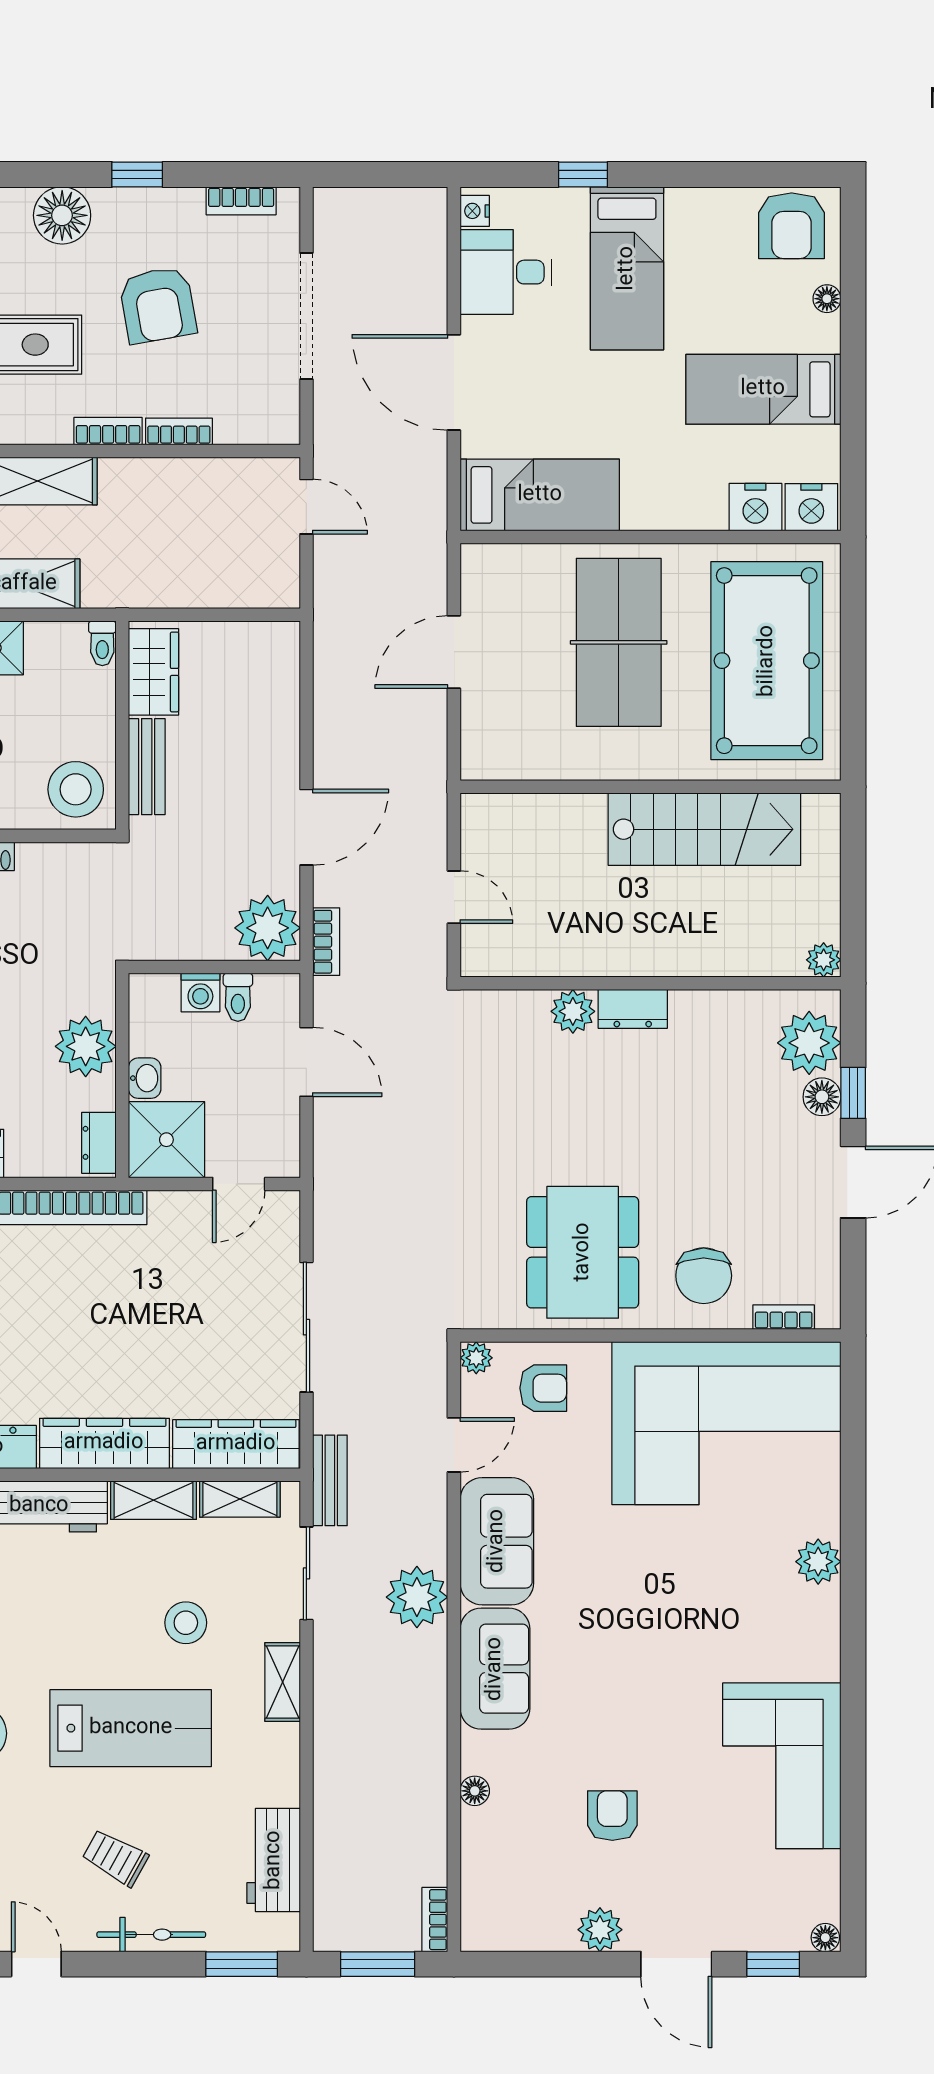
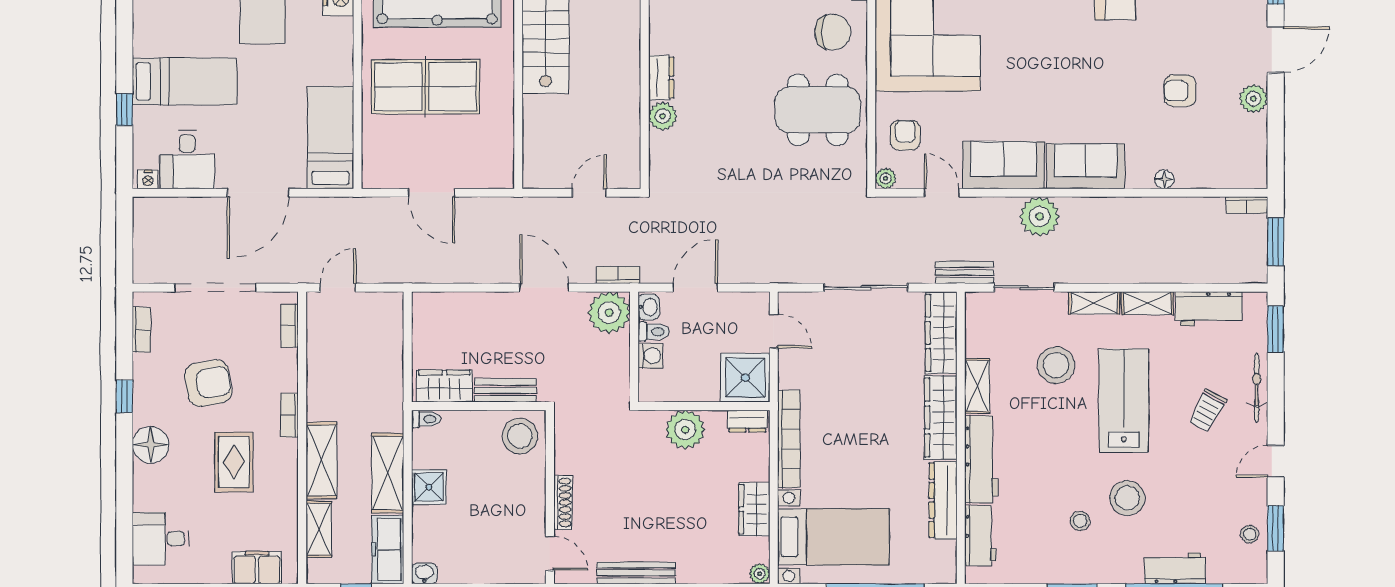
bookcase: (179, 431) -> (290, 326), moved
washbasin: (145, 1078) -> (649, 307), moved, turned 90
shelving: (240, 1499) -> (1147, 303), moved, turned 90
stool: (186, 1623) -> (1056, 365), width x1.38, depth x1.38

